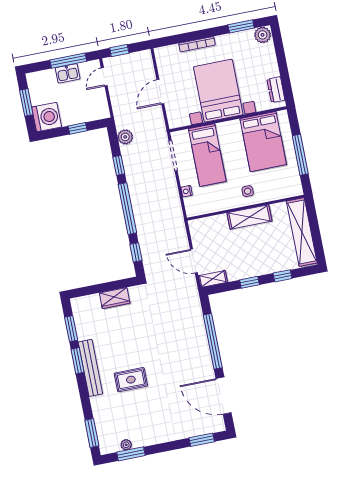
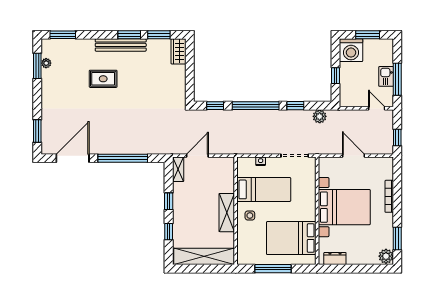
window: (119, 50) -> (397, 137), moved
bed: (207, 155) -> (264, 189), moved, turned 180
wardrobe: (115, 298) -> (178, 51), moved
rug: (131, 380) -> (103, 79), turned 90

